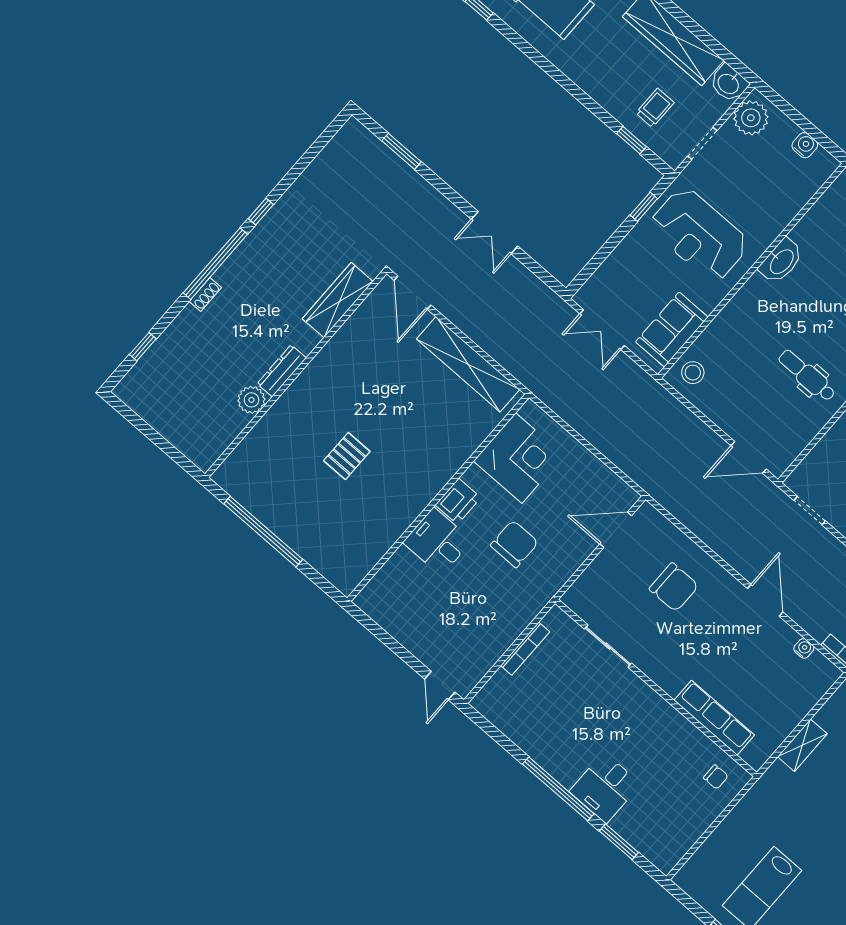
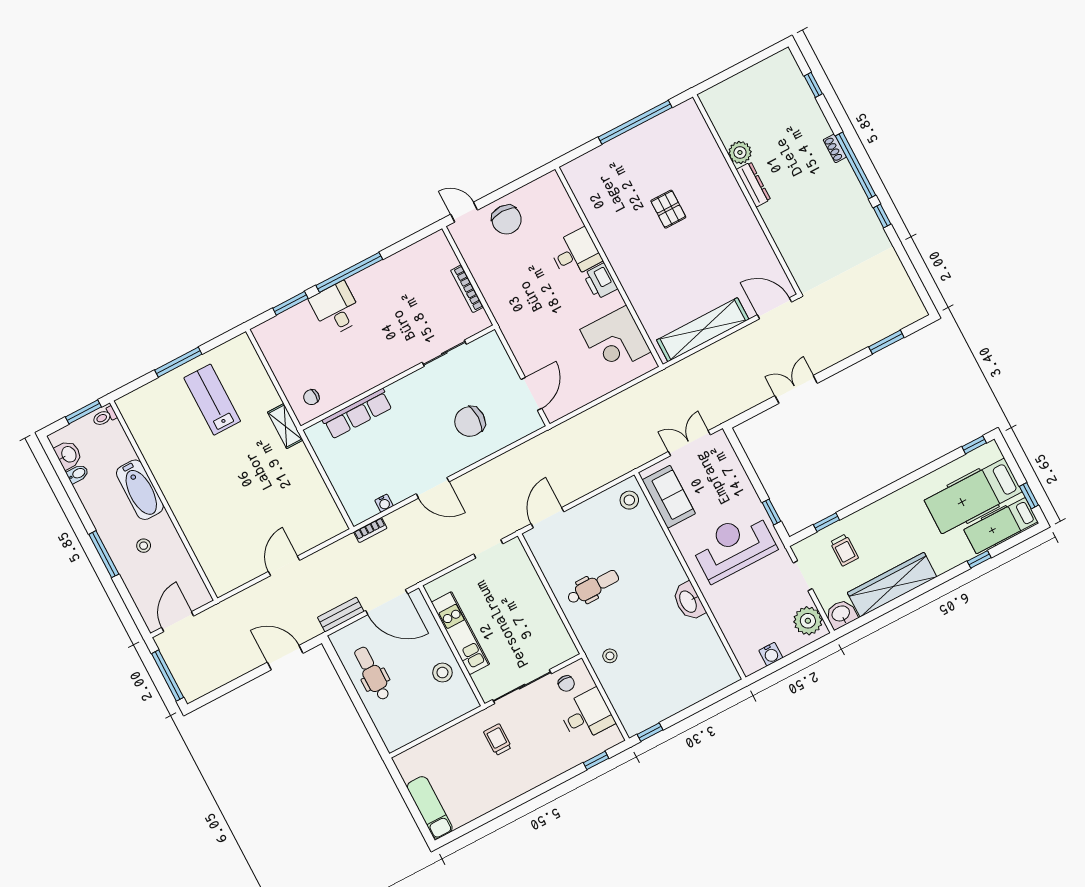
wardrobe: (338, 300) -> (791, 249), removed
chair: (514, 544) -> (507, 220), moved
shelving: (802, 745) -> (285, 426), moved

